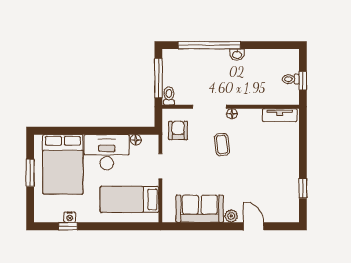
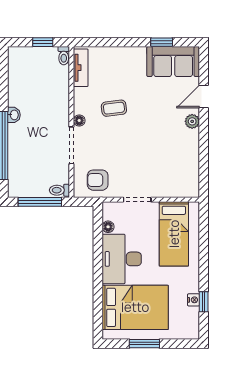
toilet: (291, 79) -> (64, 56), moved
coffee table: (222, 145) -> (114, 108), moved
sofa: (200, 209) -> (173, 62), moved, turned -90

